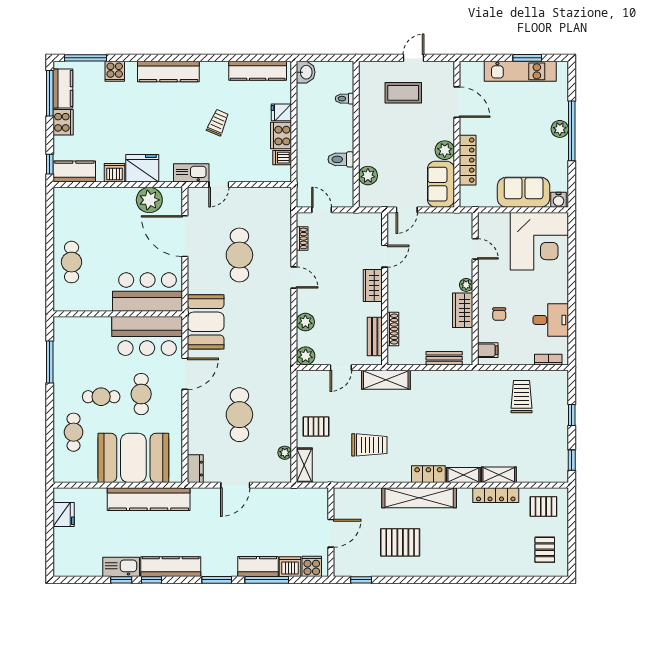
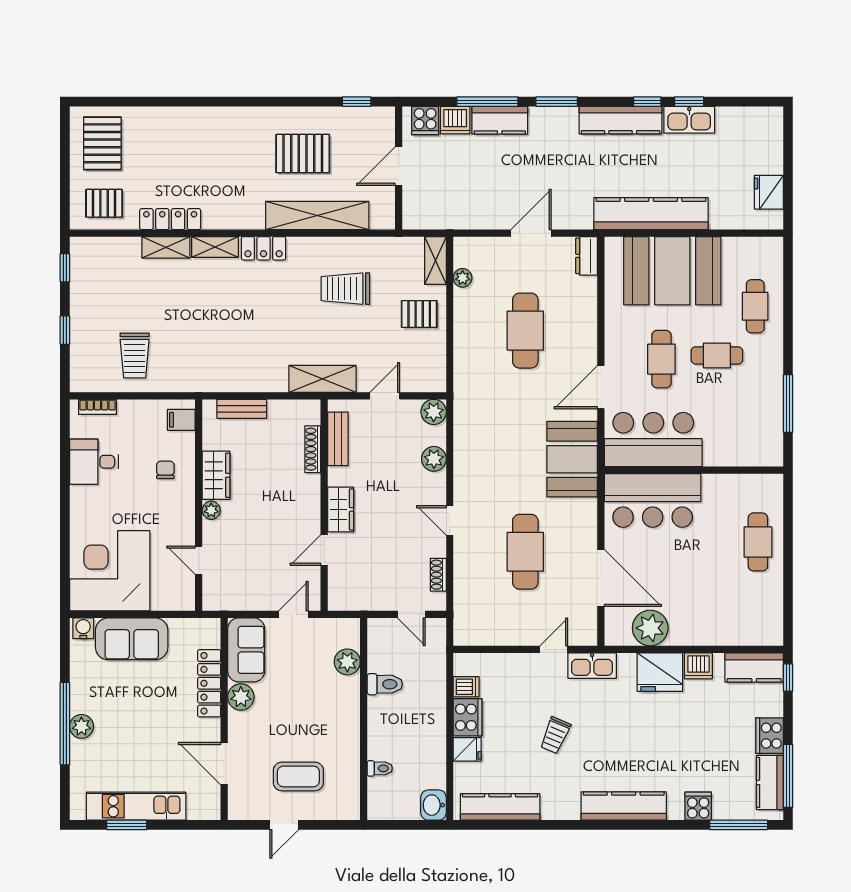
shelving: (419, 498) -> (317, 215), moved
pallet: (545, 550) -> (102, 143), width x1.50, depth x1.42

